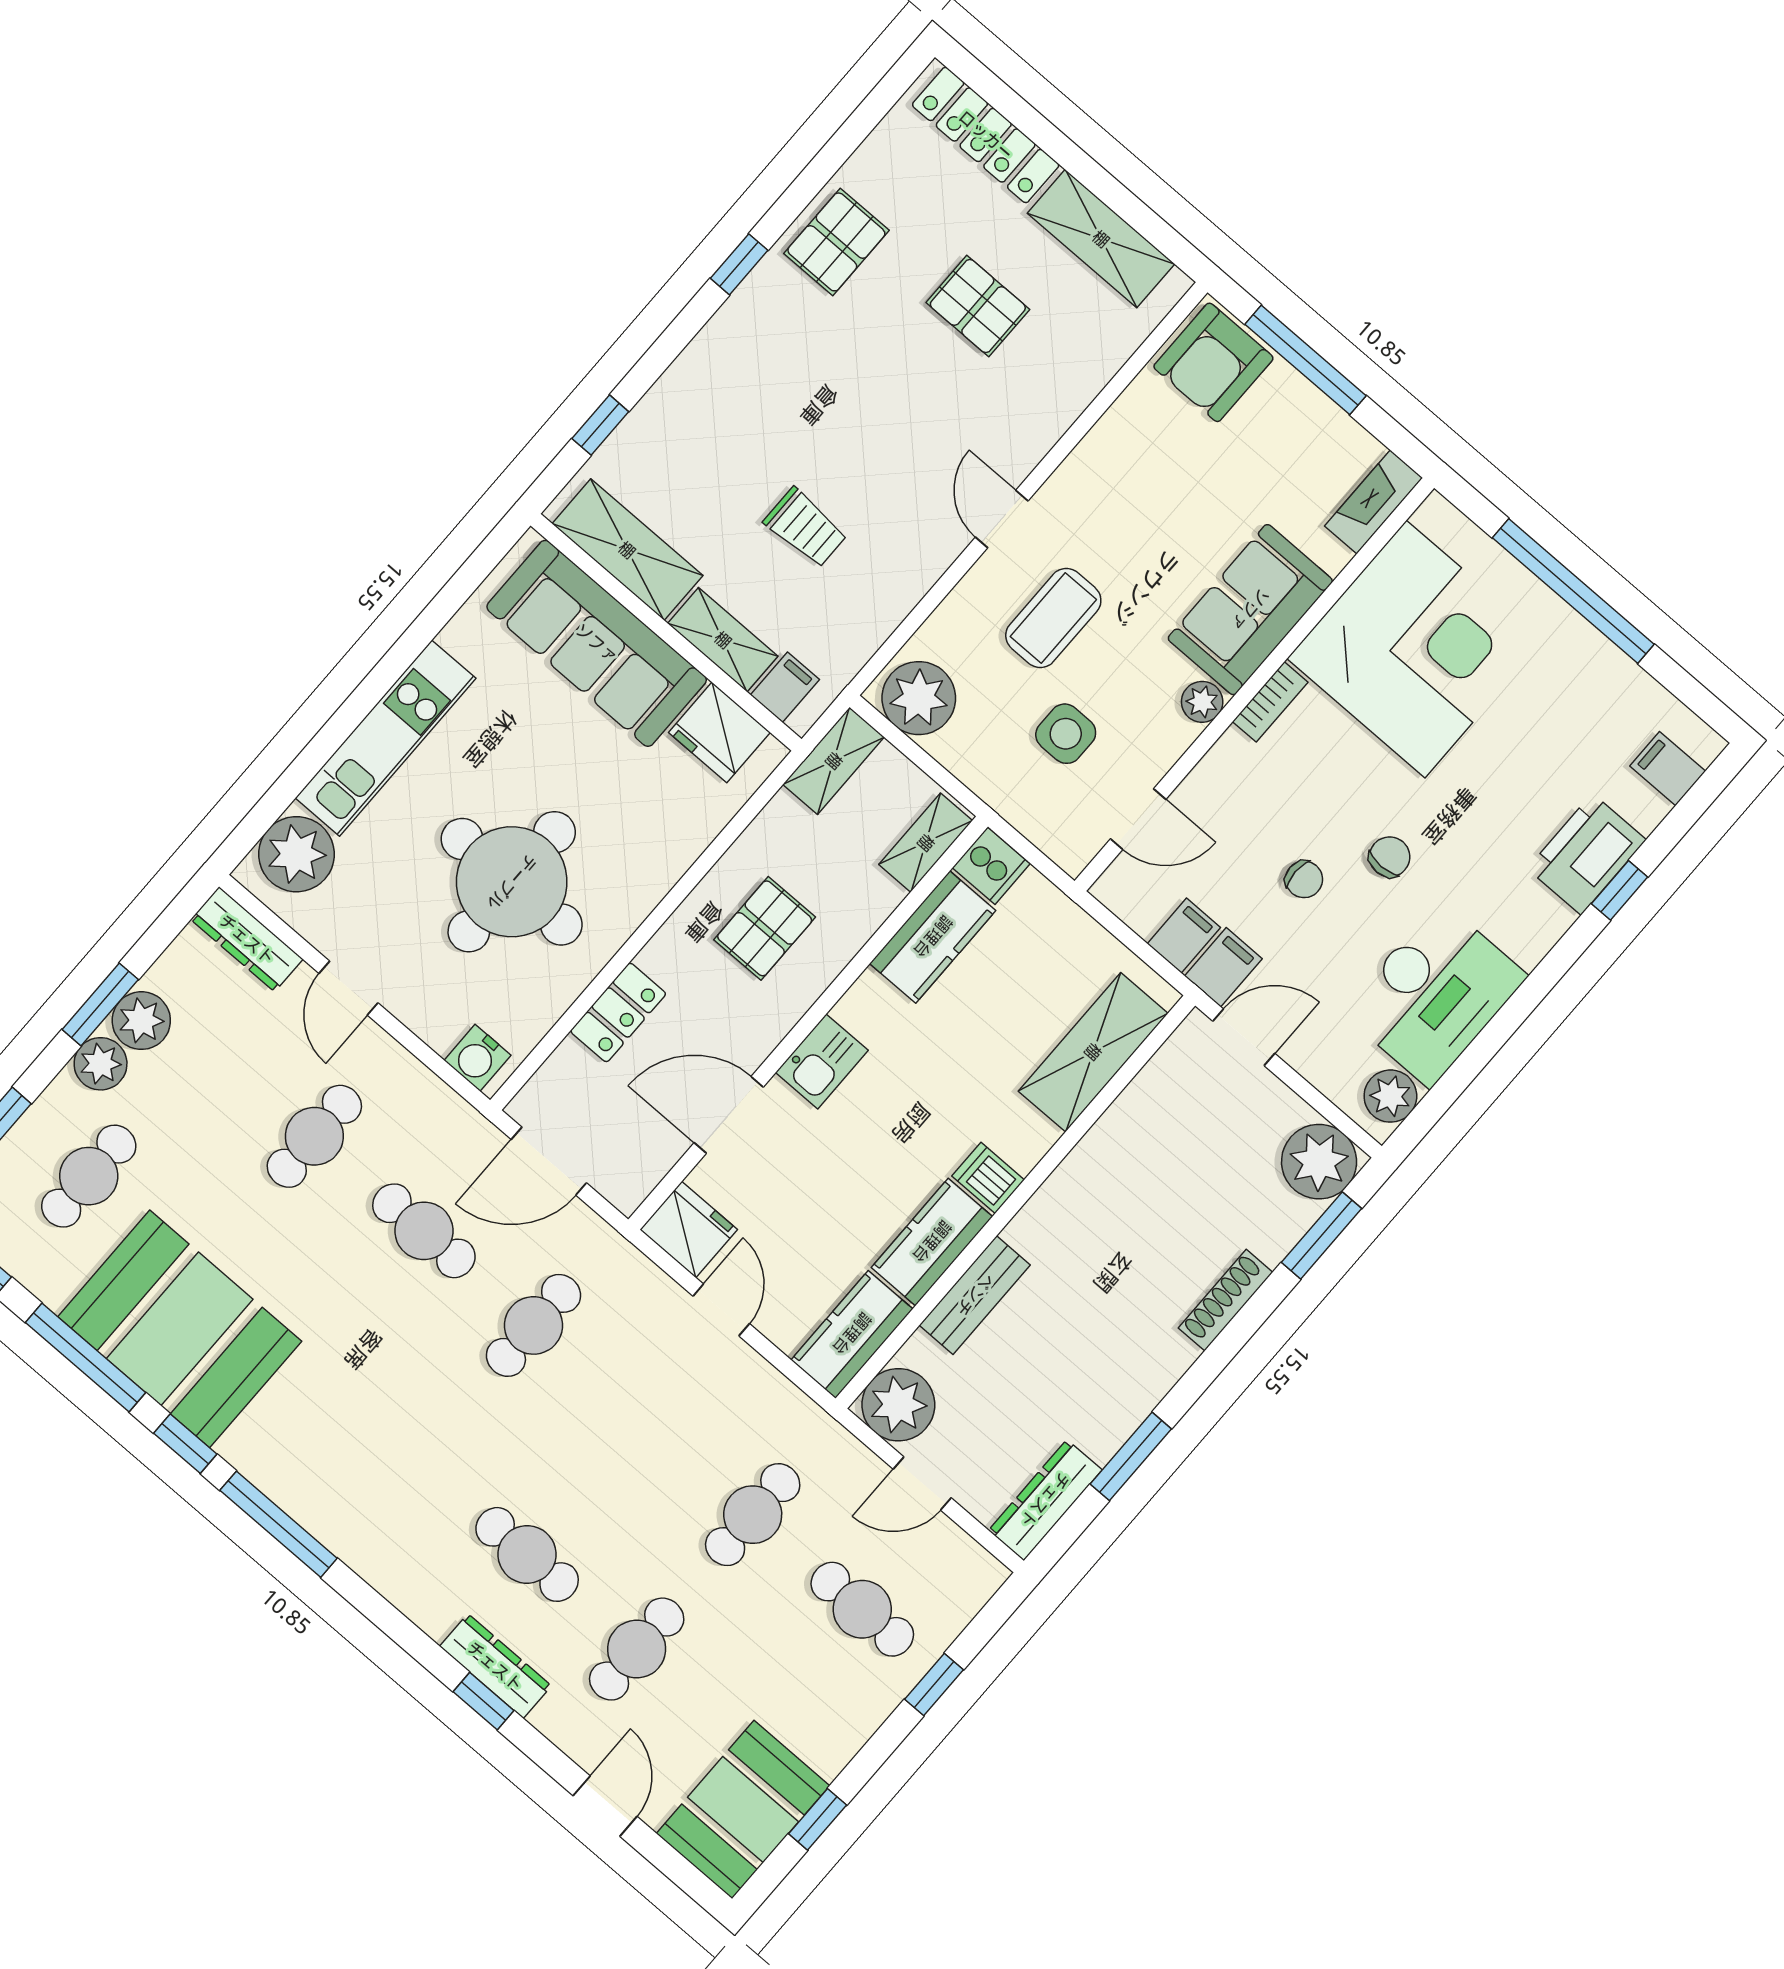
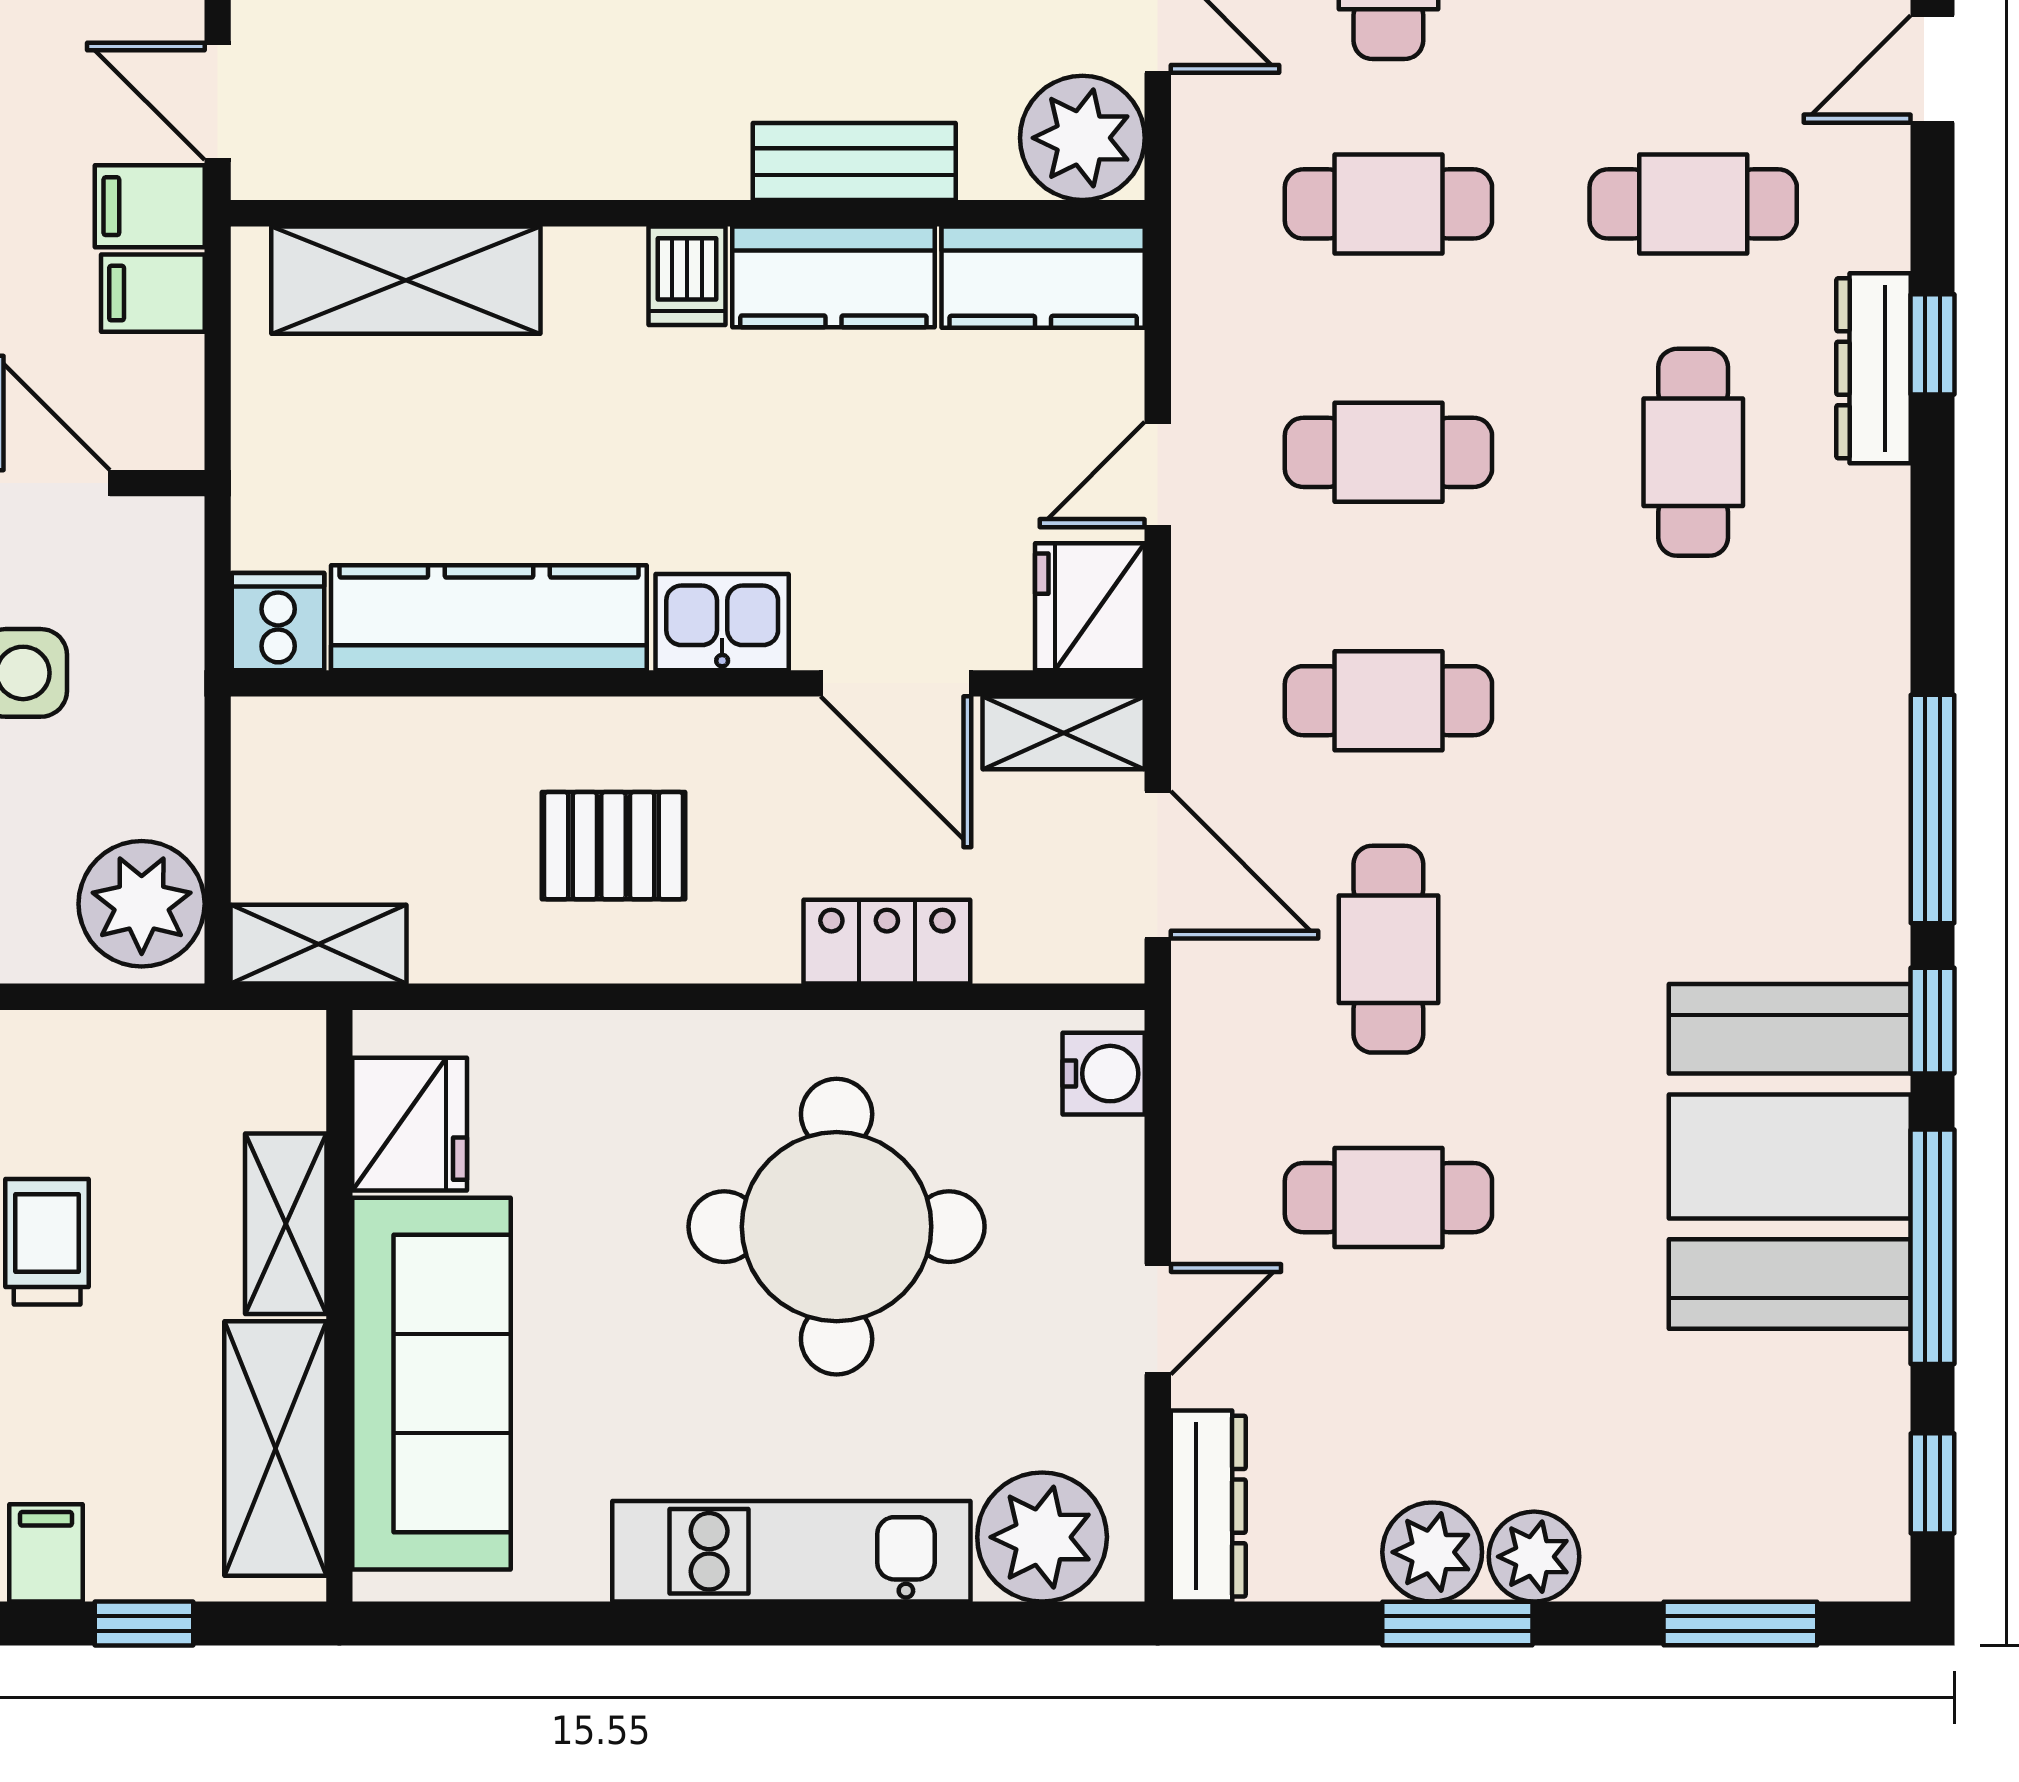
filing cabinet: (785, 687) -> (46, 1553), moved, turned 90
shelving: (926, 843) -> (1064, 733), moved
kitchen counter: (933, 937) -> (489, 618), width x1.50
cafe table: (89, 1176) -> (1388, 452), moved

